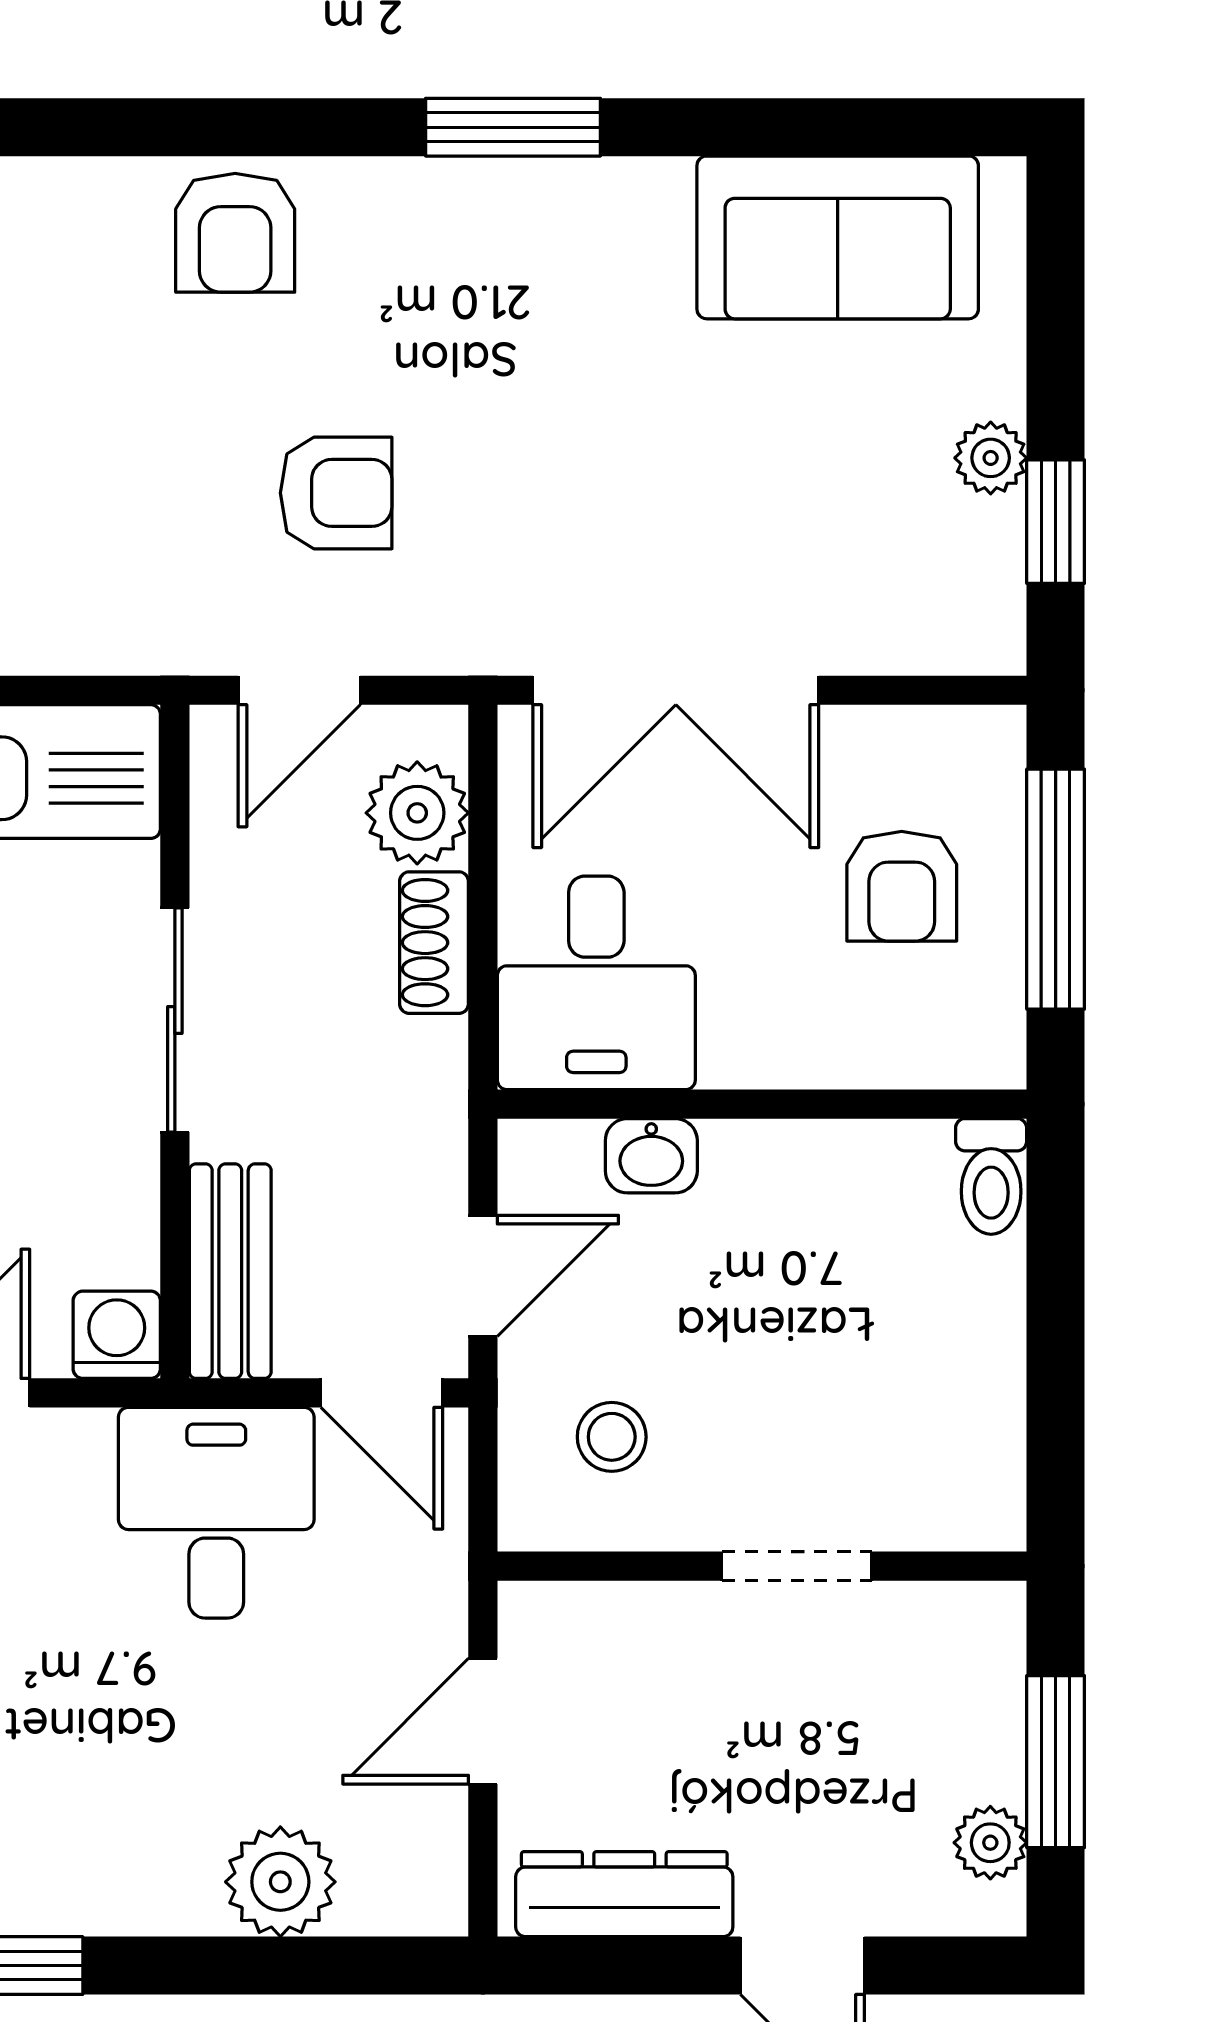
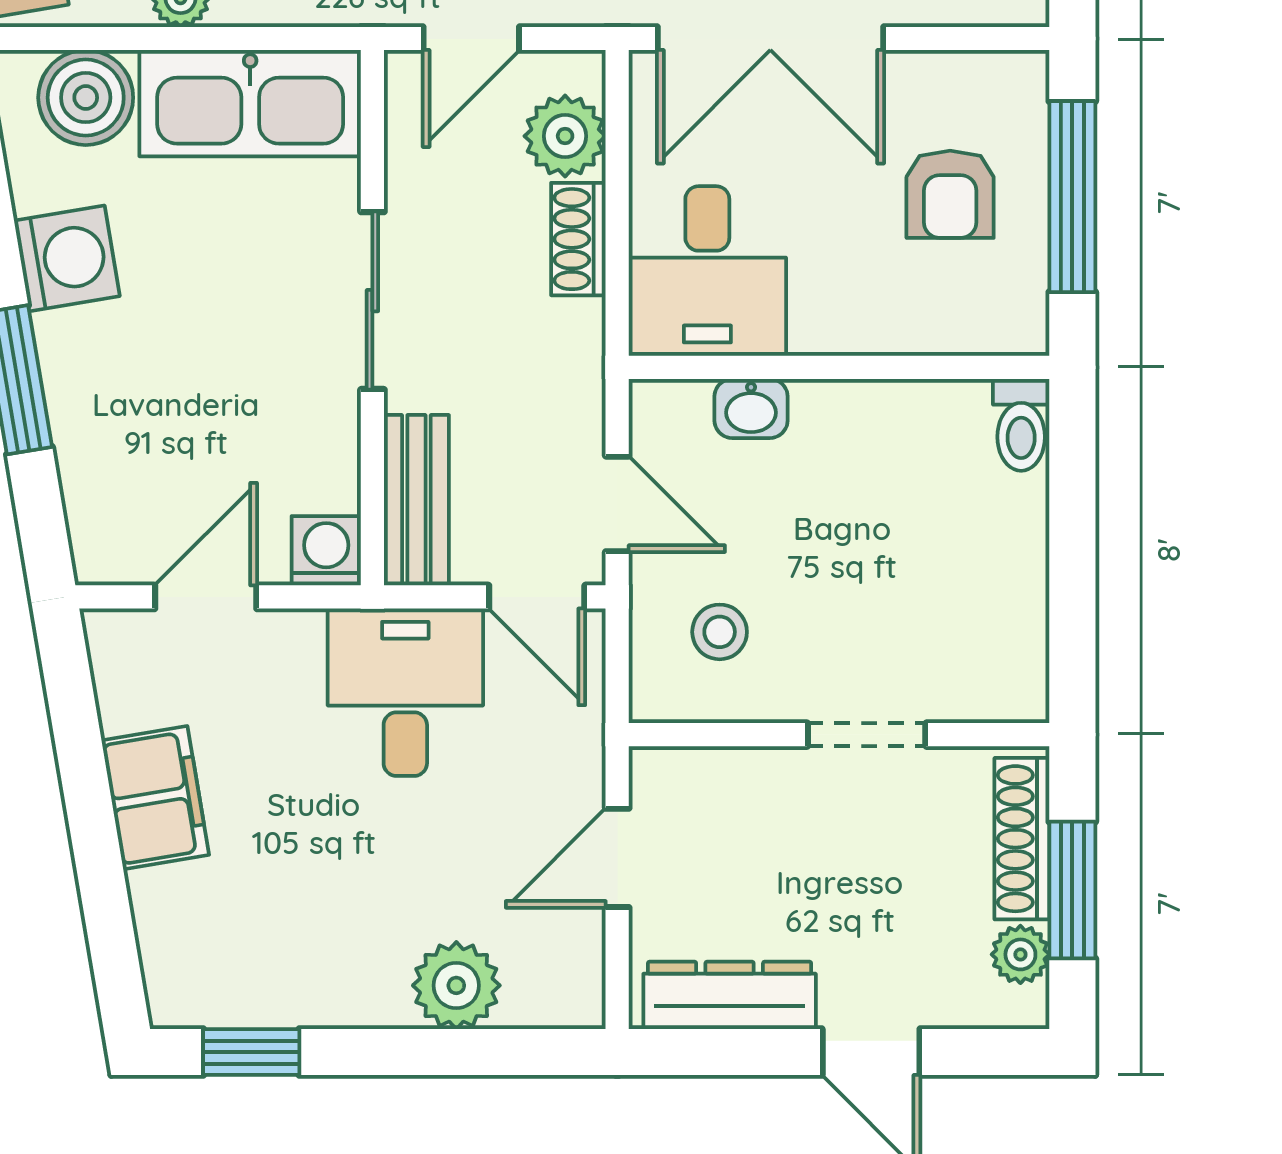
door: (483, 1276) -> (617, 504), hinge flipped
shoe rack: (992, 1697) -> (1022, 839), added

